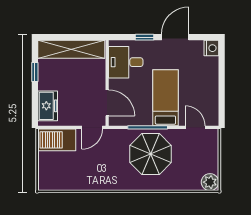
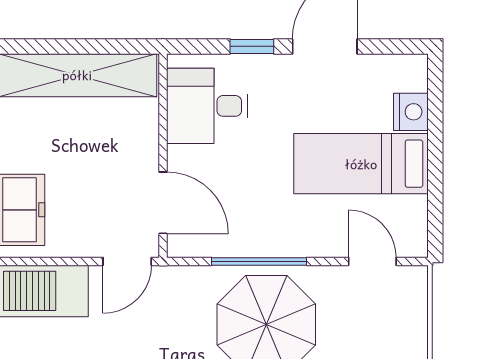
nightstand: (211, 48) -> (411, 112), moved
bed: (165, 98) -> (361, 164), moved, turned -90

